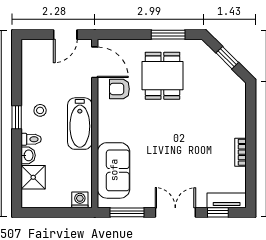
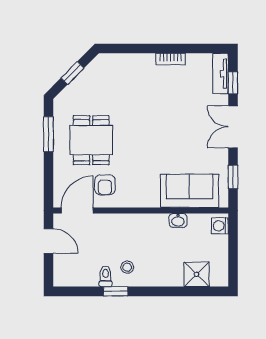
dining table: (162, 76) -> (91, 140), turned 90
window: (17, 117) -> (116, 291), moved
bathtub: (80, 124) -> (141, 226), removed
toilet: (31, 139) -> (106, 276), moved
washbasin: (28, 155) -> (178, 220), moved, turned 180
window: (127, 212) -> (233, 177), width x0.67

